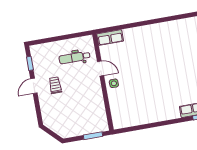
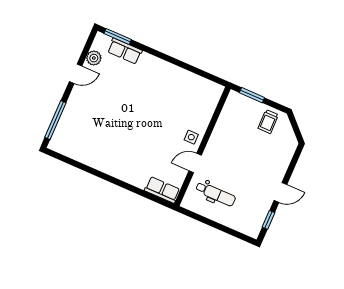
door: (101, 69) -> (195, 163), hinge flipped
trolley: (55, 85) -> (268, 122), moved

